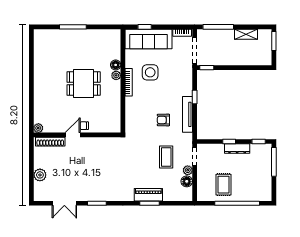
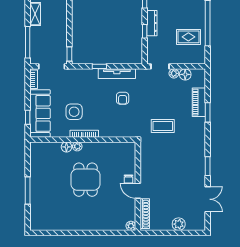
coffee table: (166, 157) -> (163, 126), moved
piano: (148, 195) -> (199, 102), moved

